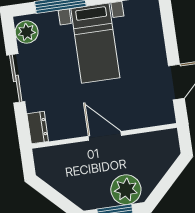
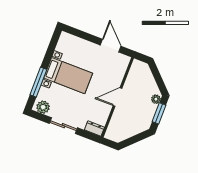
plant: (126, 190) -> (156, 99), width x0.53, depth x0.53

